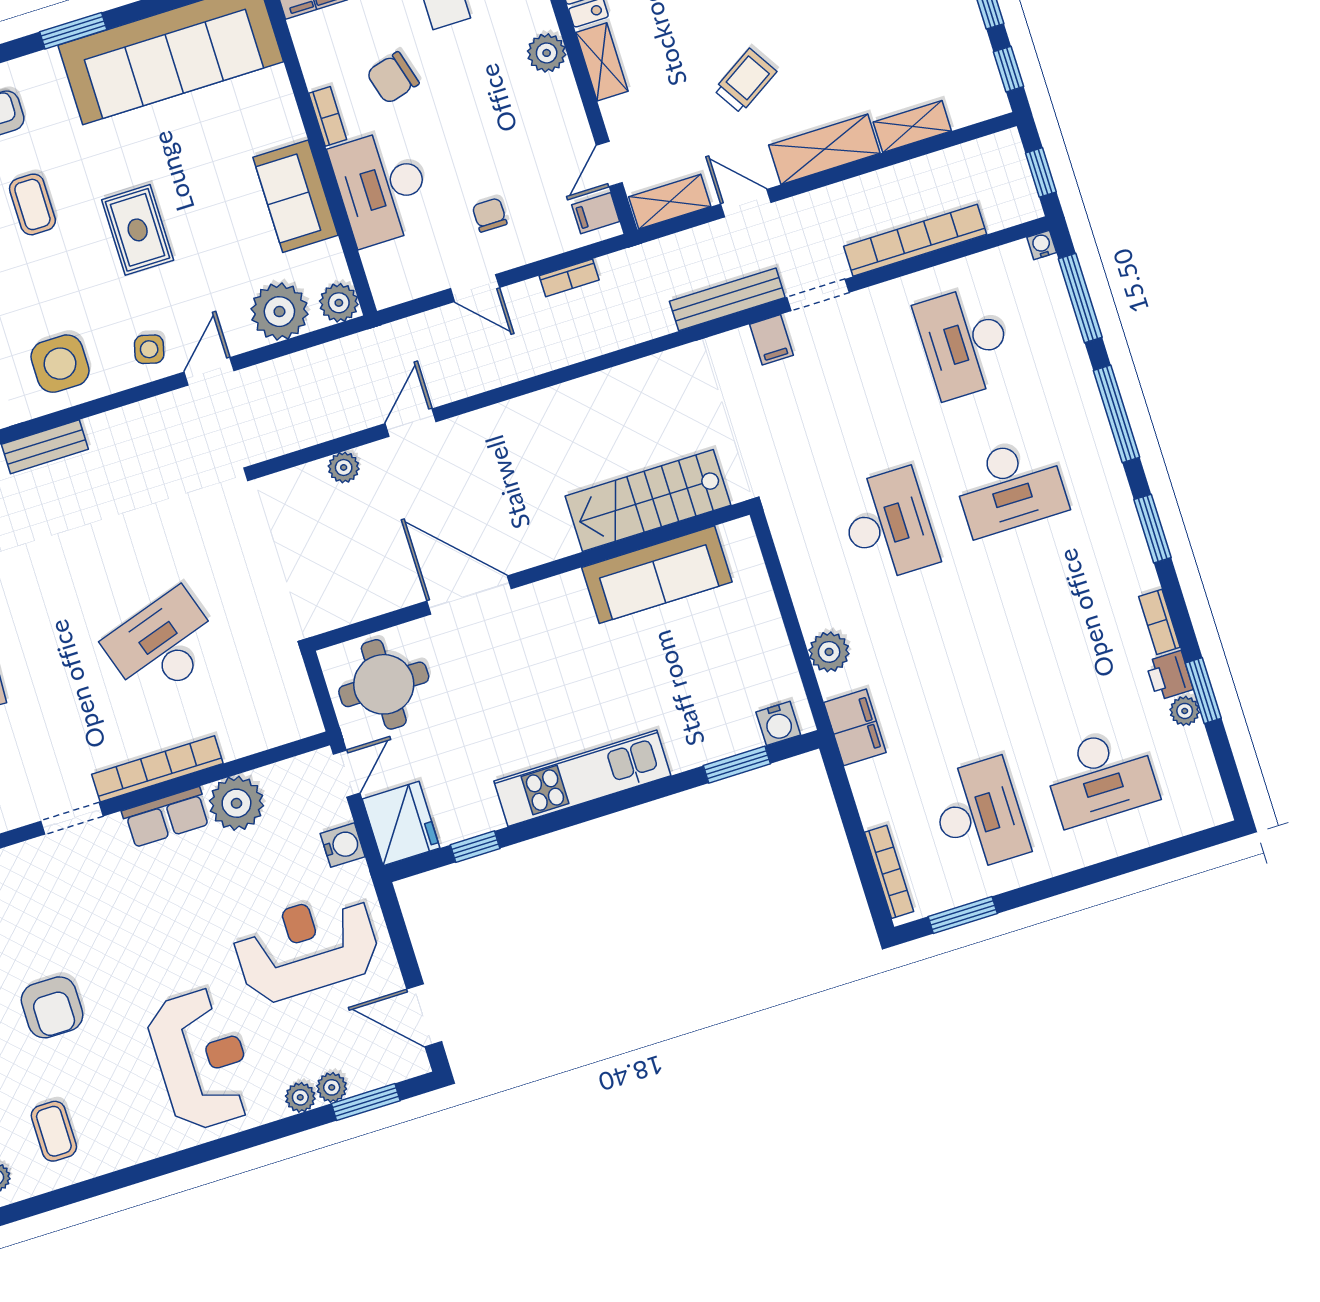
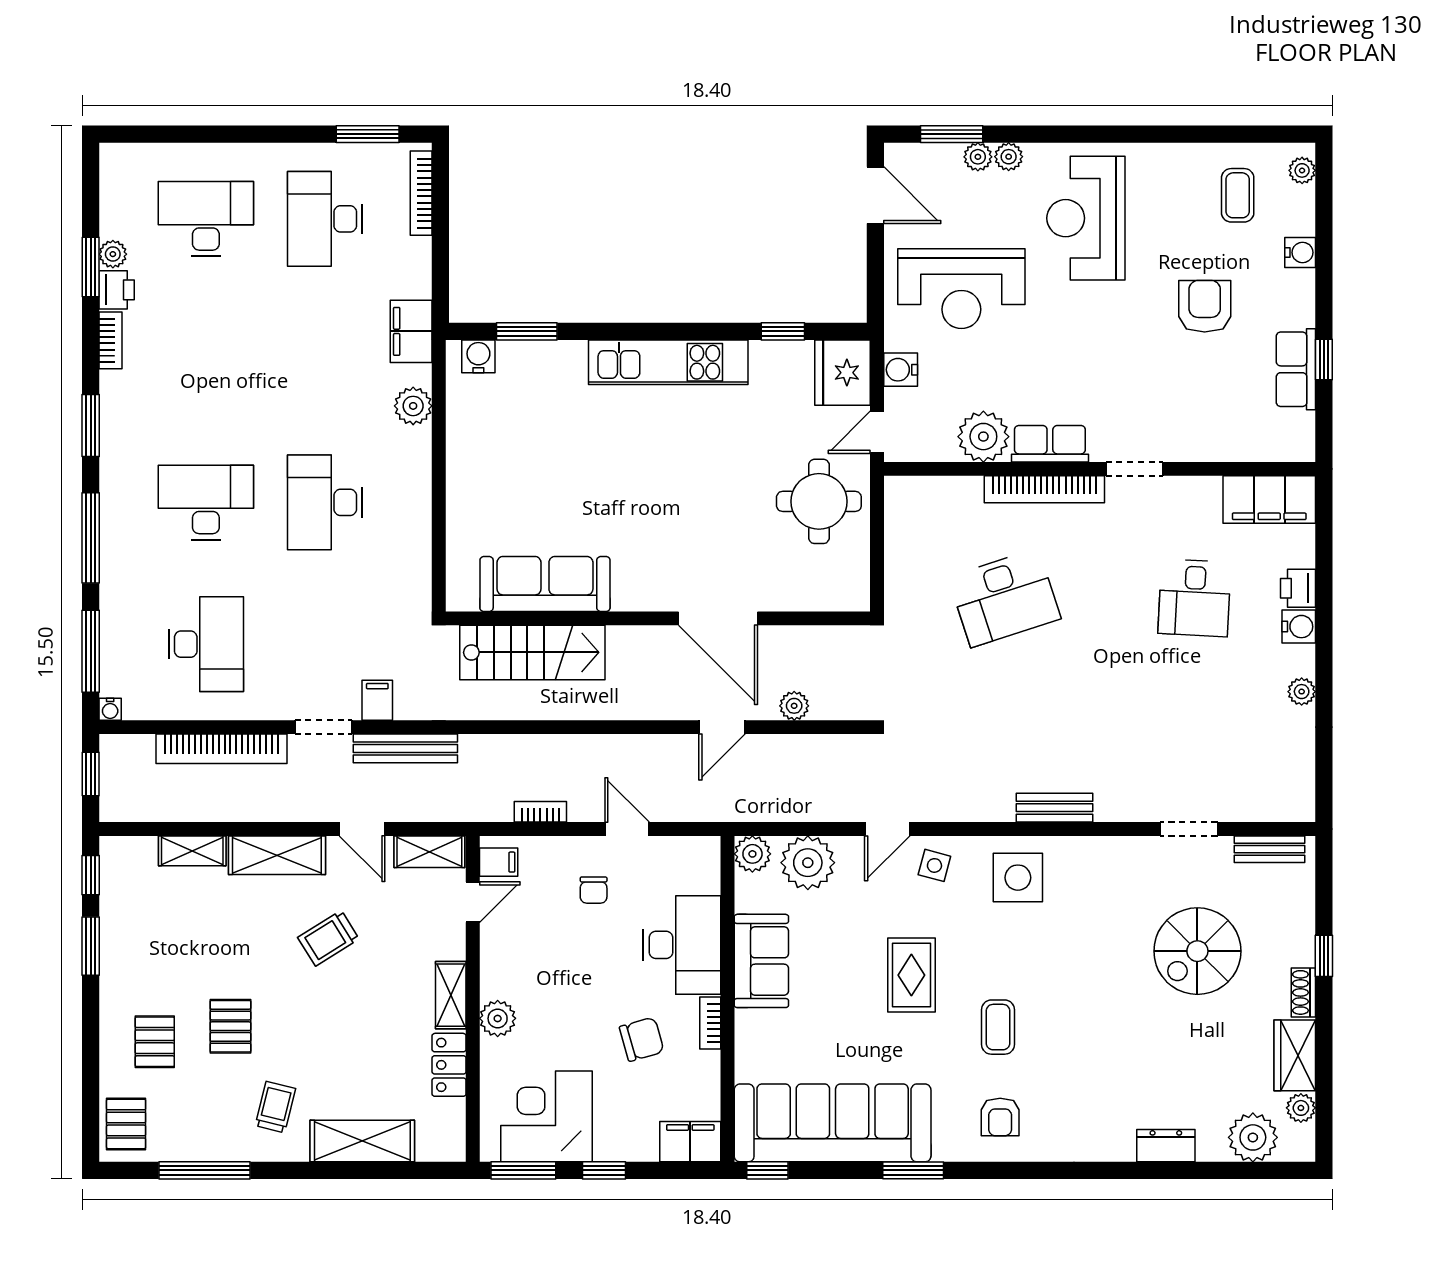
stairs: (648, 501) -> (532, 652), moved
sofa: (657, 575) -> (545, 584), moved
wall: (530, 576) -> (658, 618), moved
door: (469, 595) -> (718, 618), moved

